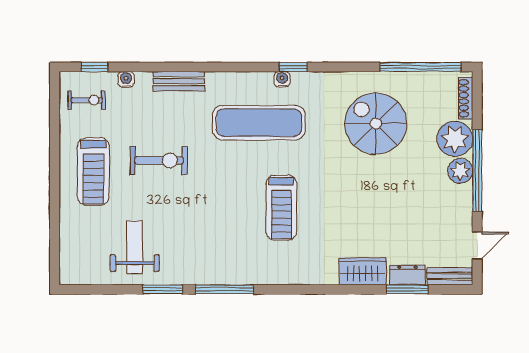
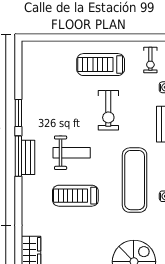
weight bench: (135, 247) -> (72, 153), moved
bench: (226, 275) -> (28, 157), added

